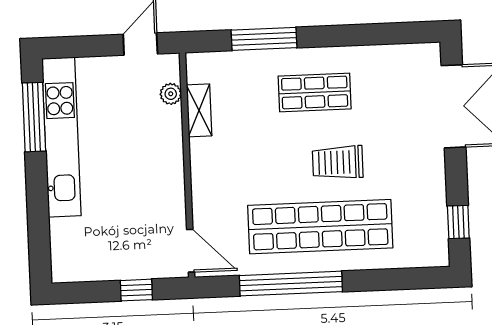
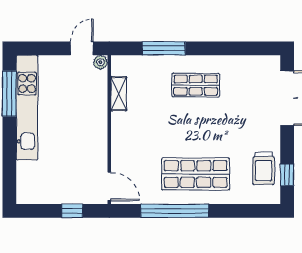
plant: (171, 94) -> (100, 62), moved
trolley: (338, 162) -> (264, 168), moved, turned -90
shop shelf: (320, 227) -> (196, 174), width x0.71

